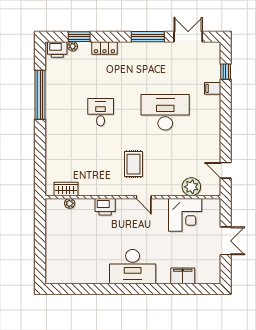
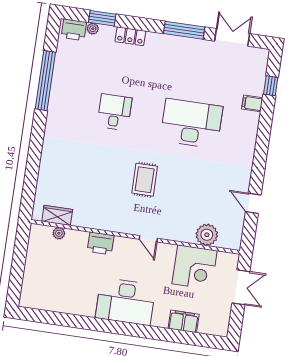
plant: (191, 187) -> (207, 235), moved
wardrobe: (66, 189) -> (57, 215), moved
wall: (133, 197) -> (135, 237), moved
door: (144, 197) -> (148, 239), moved
plant: (70, 203) -> (59, 233), moved
printer: (105, 207) -> (101, 243), moved
corner desk: (185, 215) -> (195, 267), moved

